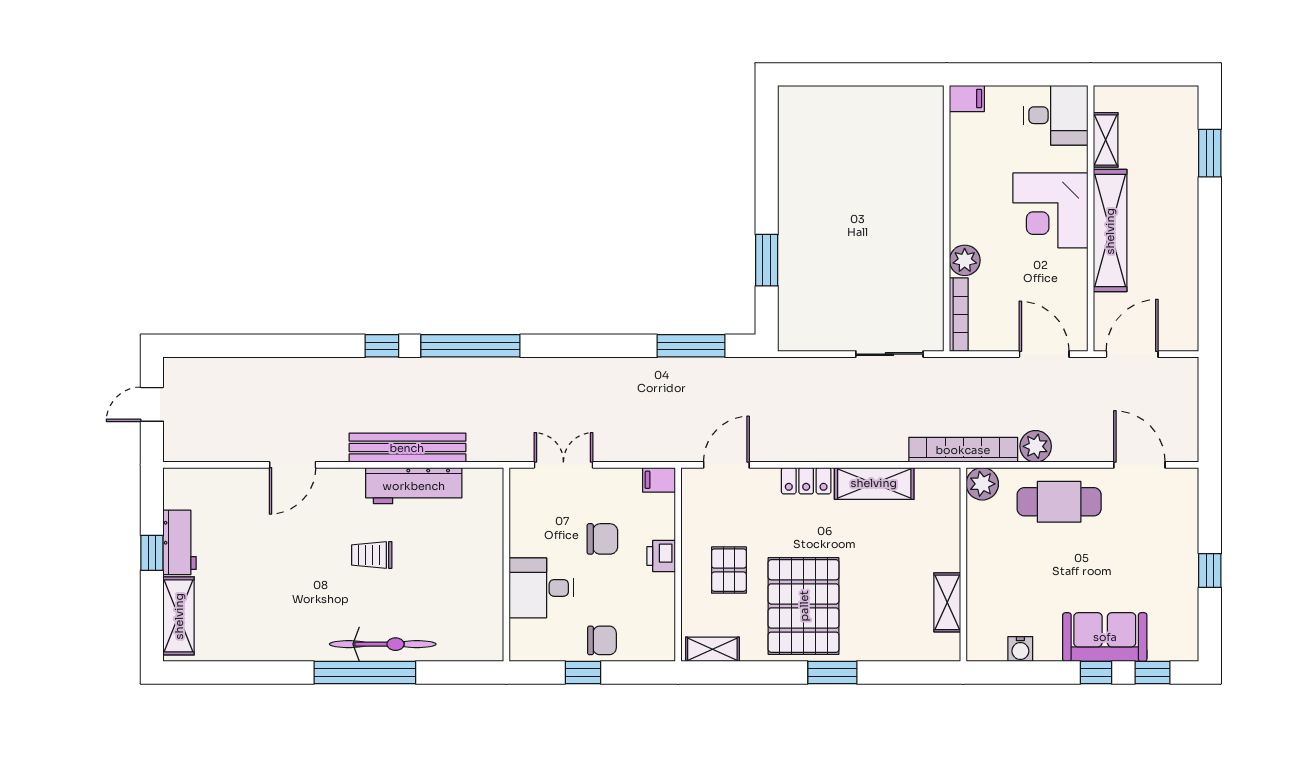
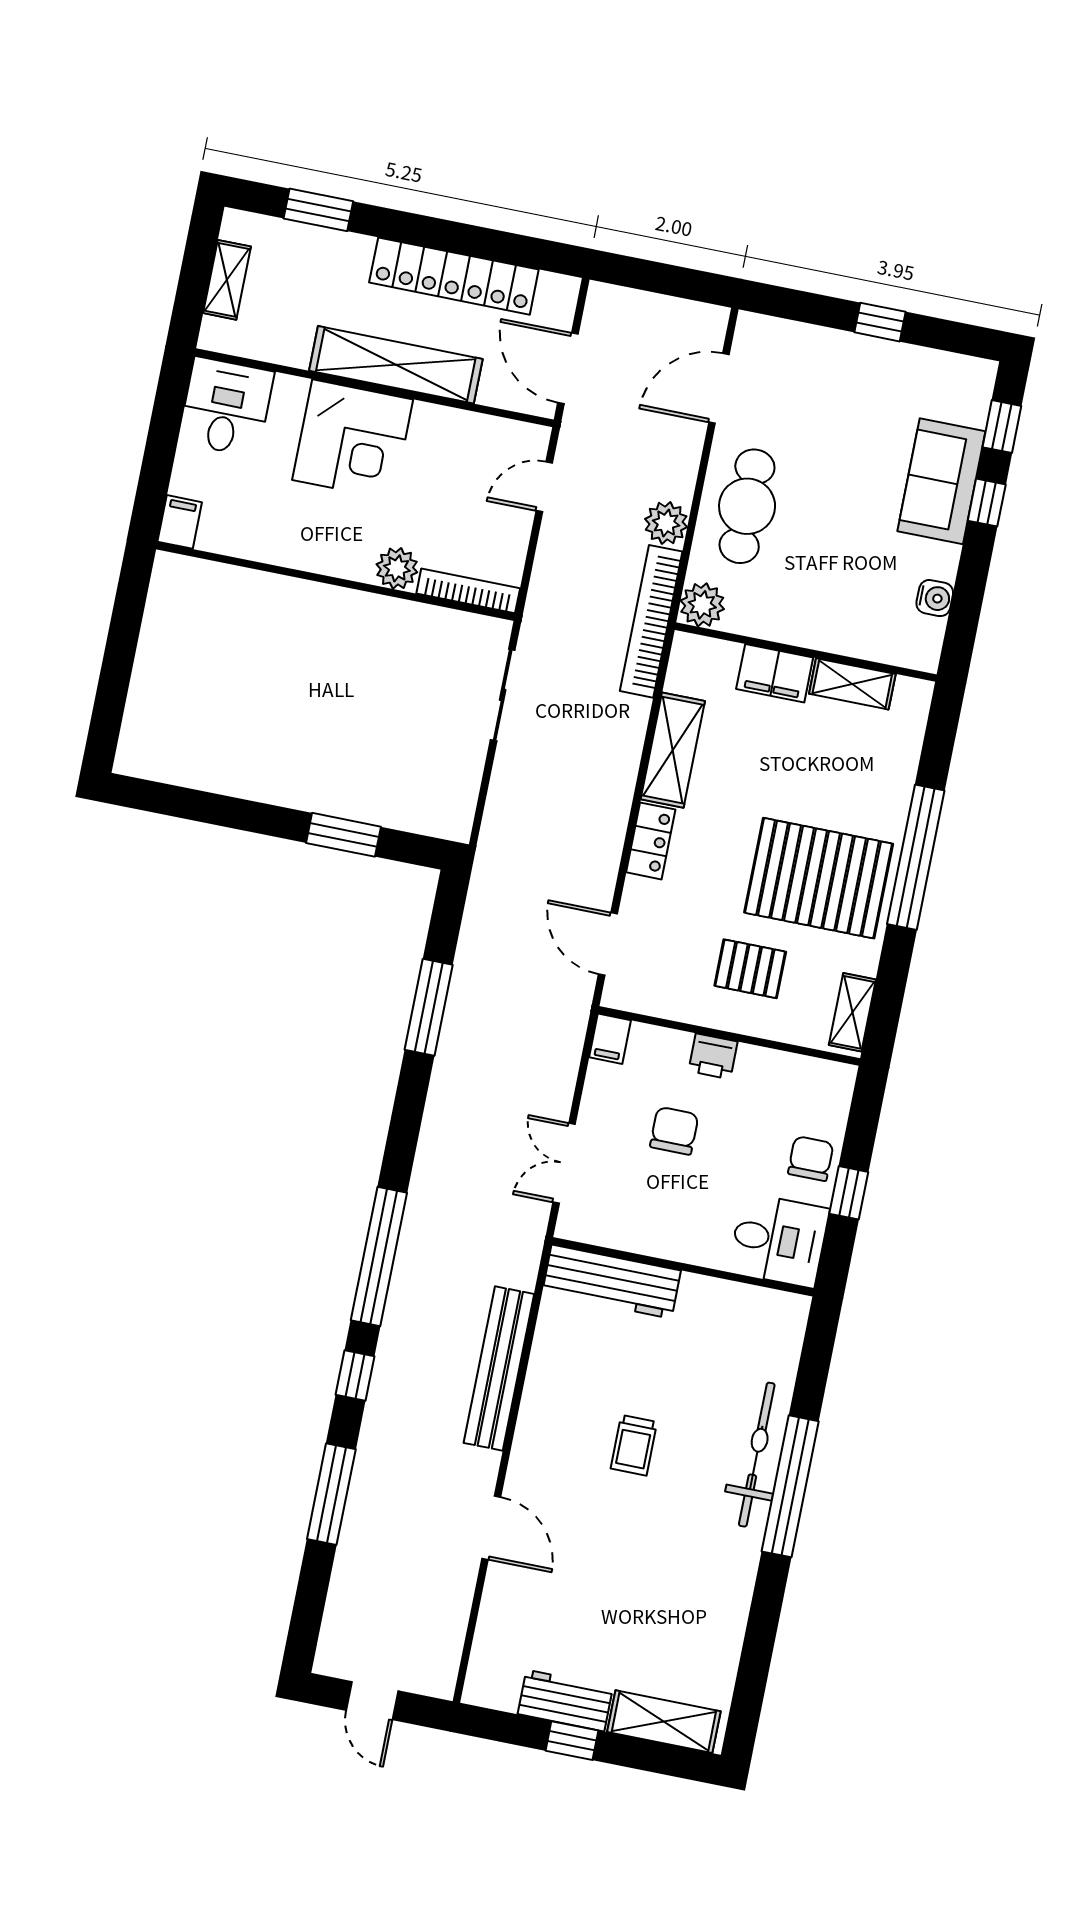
shelving: (1106, 140) -> (227, 280), moved, turned 90
locker: (1182, 259) -> (454, 276), added
window: (294, 346) -> (331, 1494), added
window: (691, 346) -> (429, 1007), moved
door: (1044, 354) -> (544, 487), width x0.73
workbench: (414, 486) -> (611, 1282), moved, turned 90
filing cabinet: (944, 545) -> (775, 673), added
desk: (541, 588) -> (779, 1240), moved, turned -90
window: (832, 672) -> (916, 857), width x2.11

